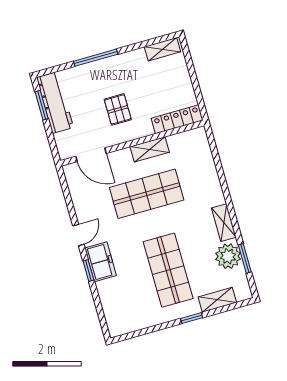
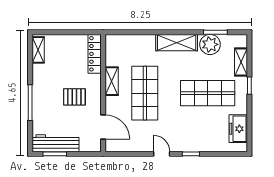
door: (91, 155) -> (103, 127), hinge flipped
shelving: (224, 223) -> (177, 43), width x1.50, depth x1.33
freezer: (101, 262) -> (238, 129), moved, turned -90

